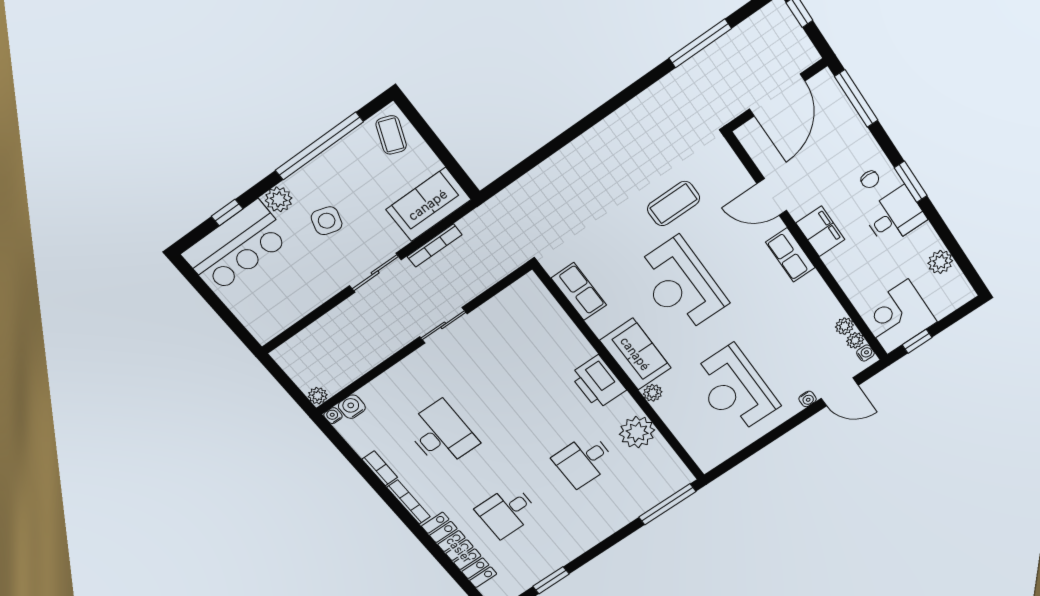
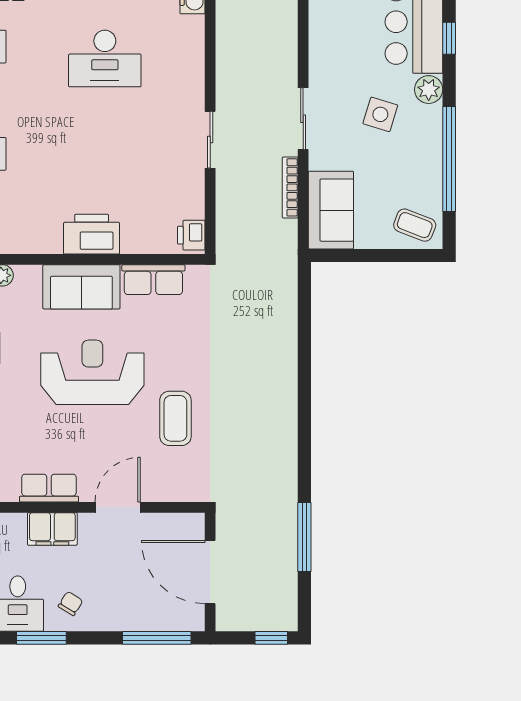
chair: (870, 179) -> (71, 603), turned 122
printer: (525, 289) -> (191, 235), added
sofa: (635, 354) -> (81, 287), moved
printer: (598, 382) -> (92, 234), moved

